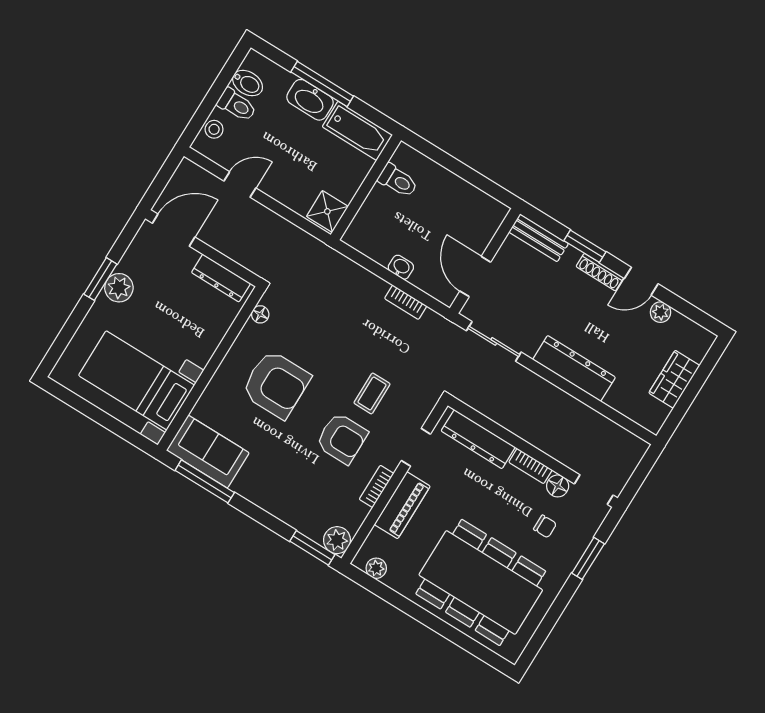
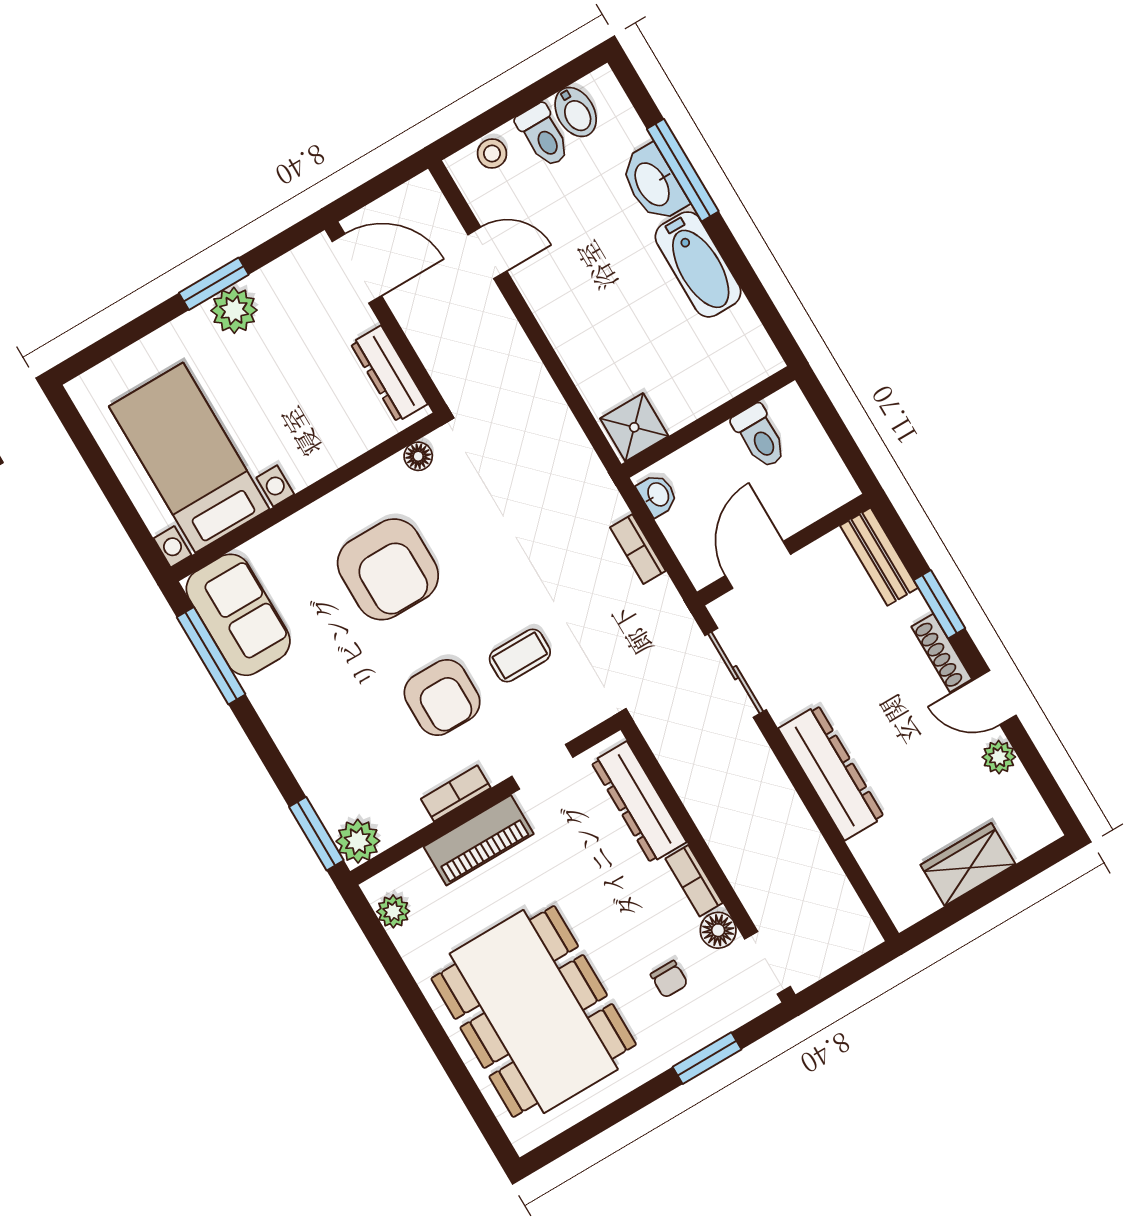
toilet: (398, 181) -> (760, 436), moved
wall: (366, 187) -> (708, 422), moved
shower: (327, 211) -> (634, 427), moved

